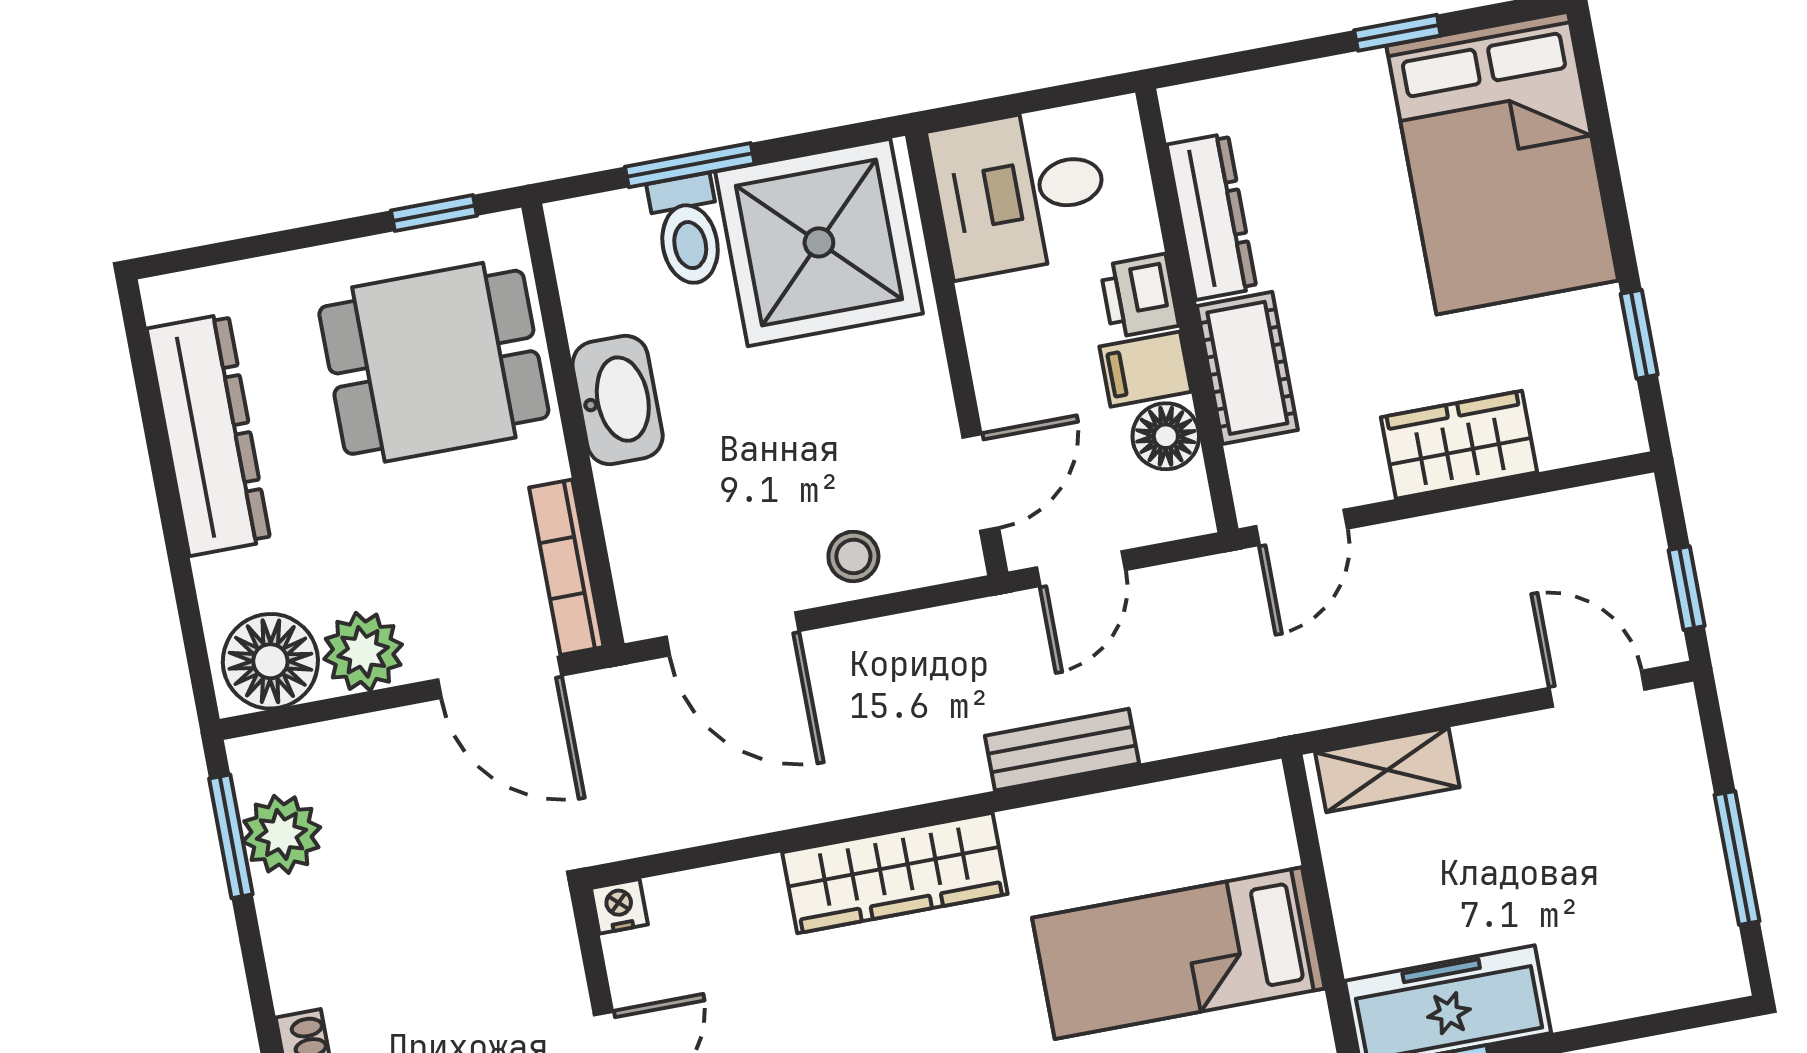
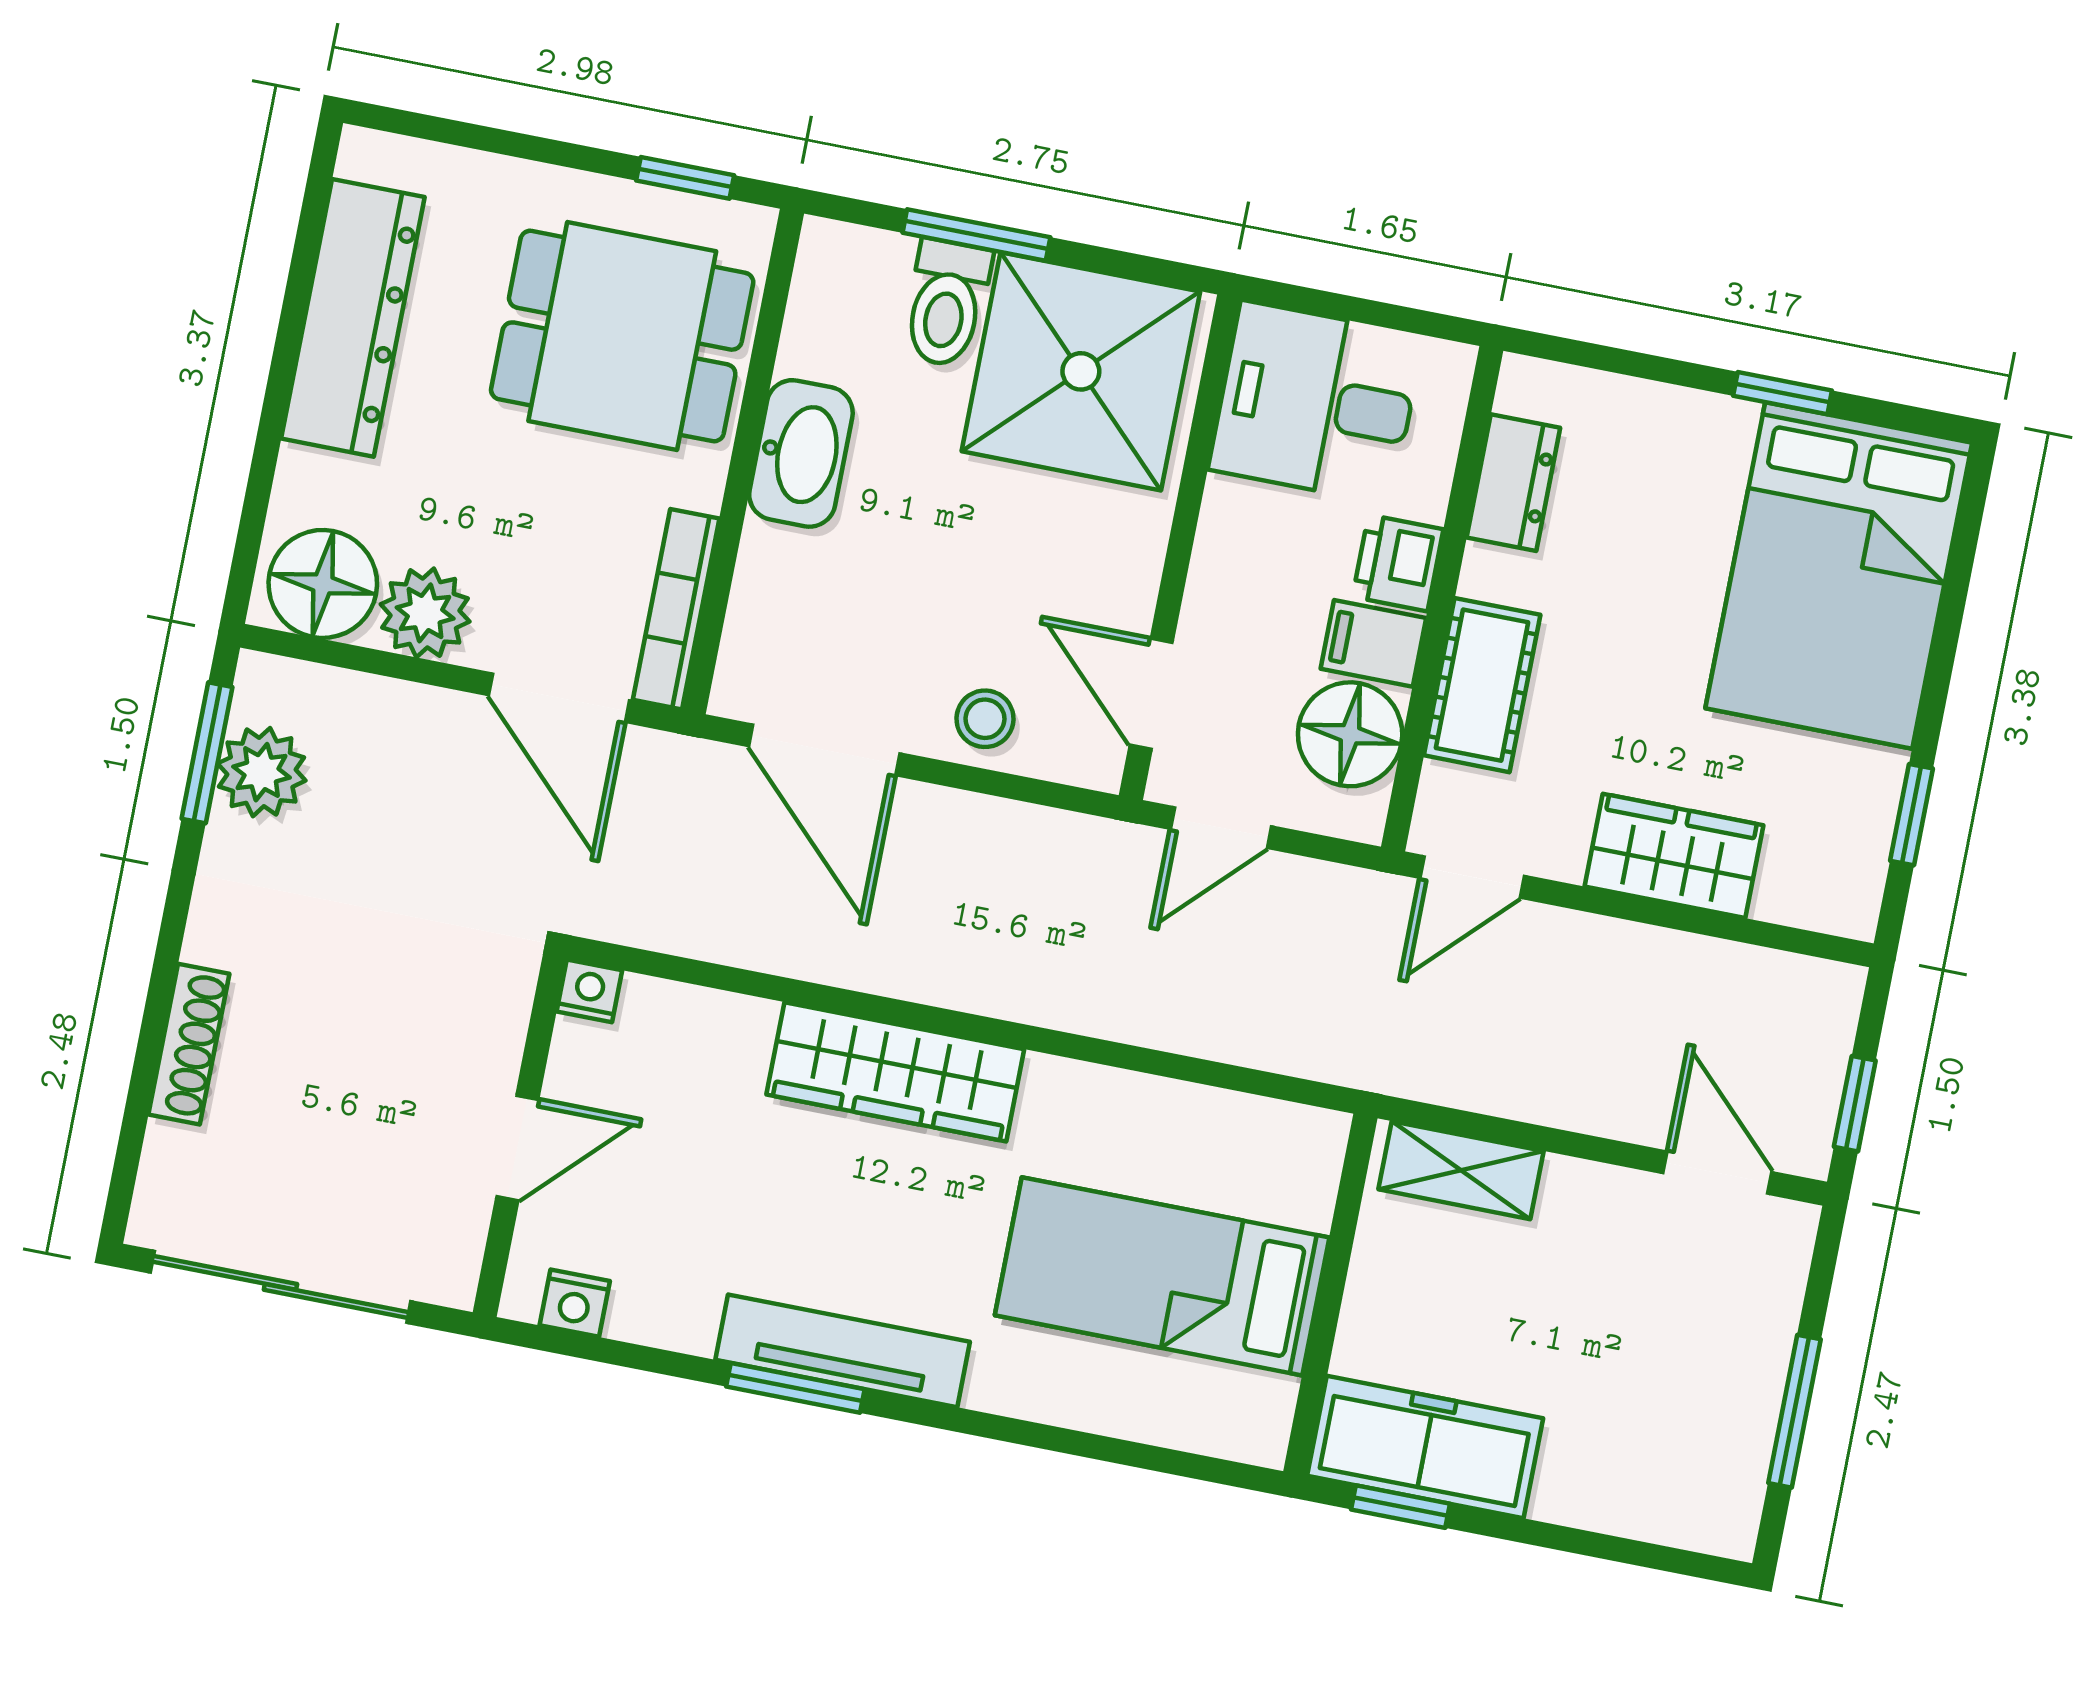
dresser: (1212, 217) -> (1513, 483), width x0.70
floor lamp: (1166, 436) -> (1350, 734), width x1.38, depth x1.38
door: (981, 482) -> (1151, 694), swing flipped
bench: (1062, 750) -> (1125, 1011), removed

